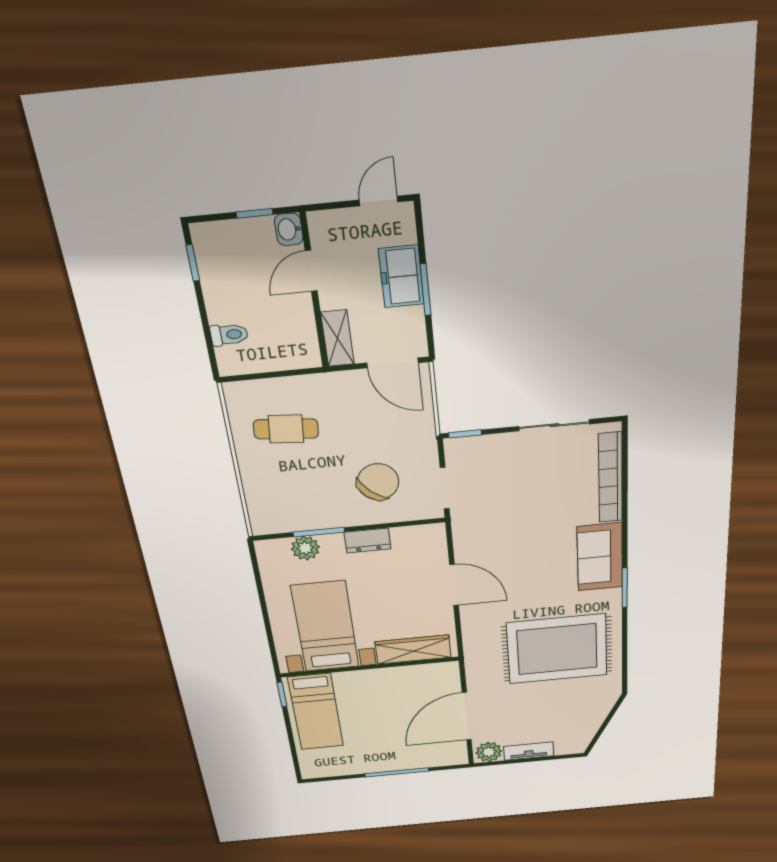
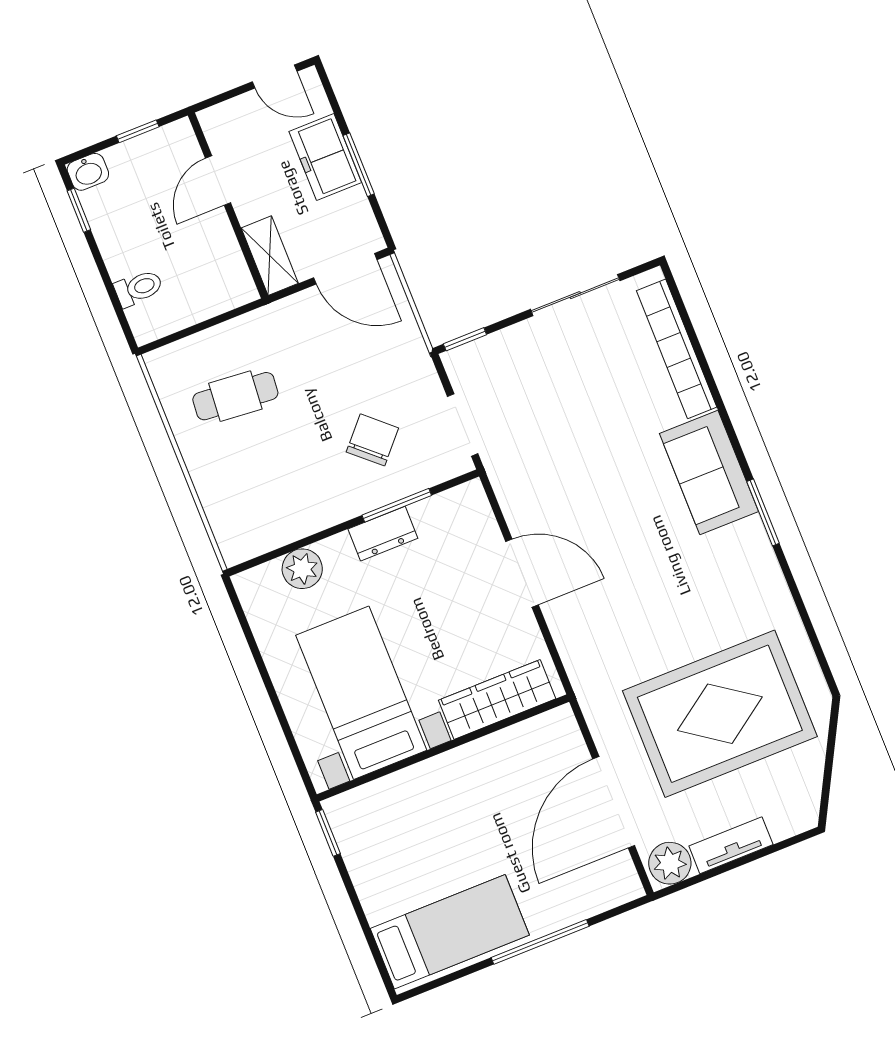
door: (379, 201) -> (275, 77), swing flipped
washbasin: (289, 229) -> (88, 172), moved, turned -90
chair: (378, 482) -> (372, 440), width x0.73, depth x0.73
window: (319, 532) -> (397, 505), moved
rug: (557, 649) -> (720, 714), moved
bed: (316, 712) -> (450, 932), moved, turned -90

